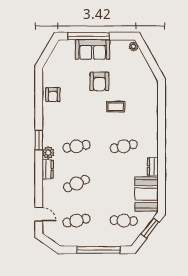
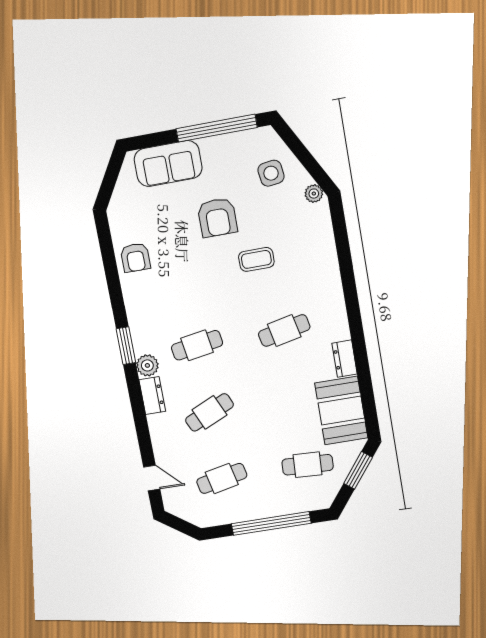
window: (89, 36) -> (217, 128), moved
plant: (134, 46) -> (314, 194), moved
sofa: (93, 49) -> (168, 164), moved
side table: (131, 64) -> (271, 173), added

